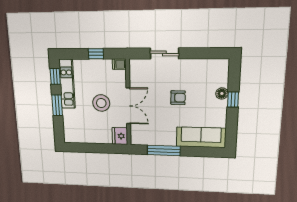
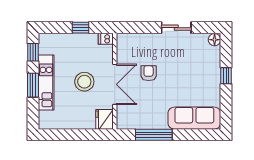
sliding door: (164, 53) -> (176, 28), moved
kitchen unit: (67, 84) -> (46, 83), moved
floor lamp: (222, 93) -> (215, 40), moved
armchair: (178, 98) -> (149, 73), moved, turned -90

